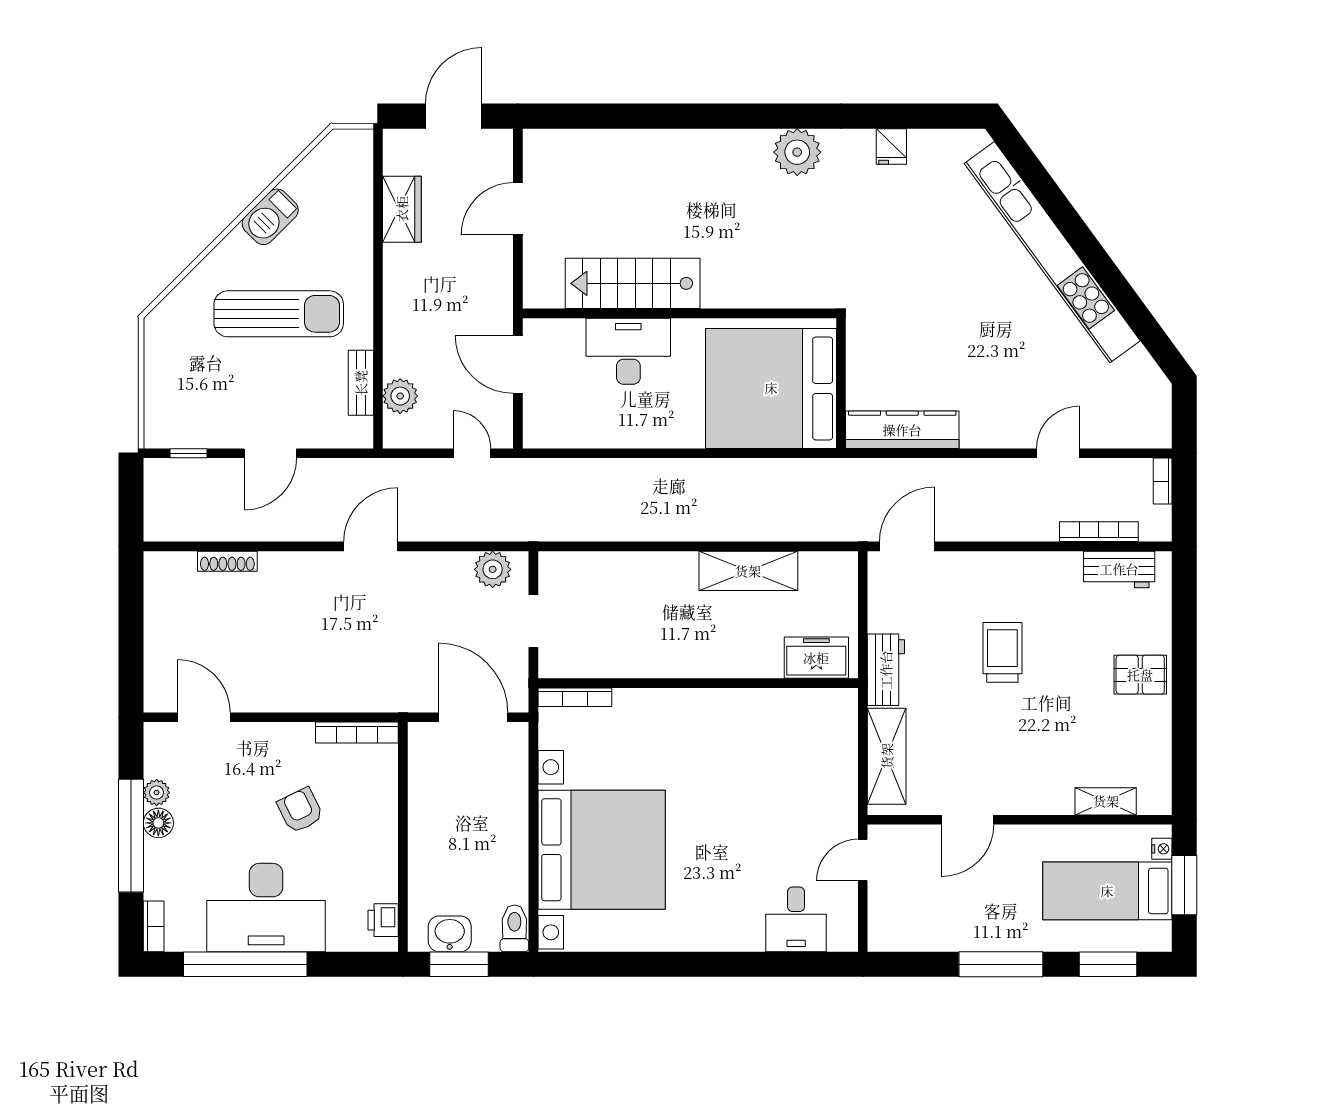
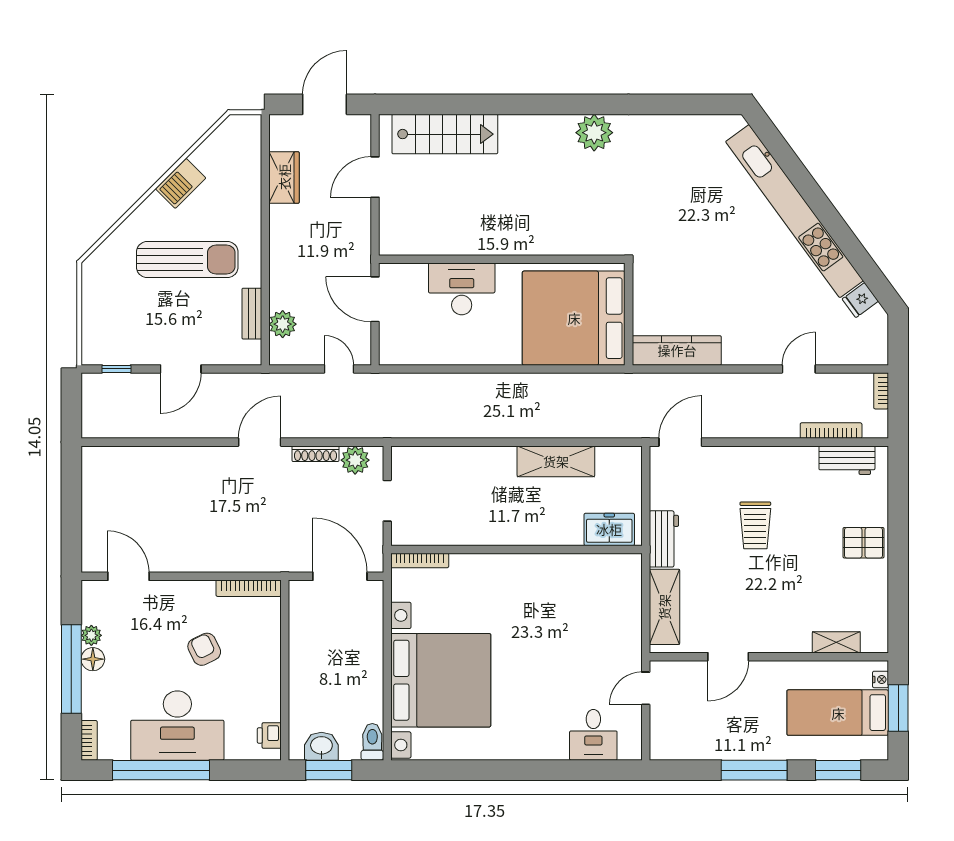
fridge: (891, 146) -> (860, 300), moved, turned 54
stairs: (633, 283) -> (445, 134), moved, turned 180
shoe rack: (227, 561) -> (315, 454), moved
trolley: (1002, 652) -> (755, 525), turned 180

